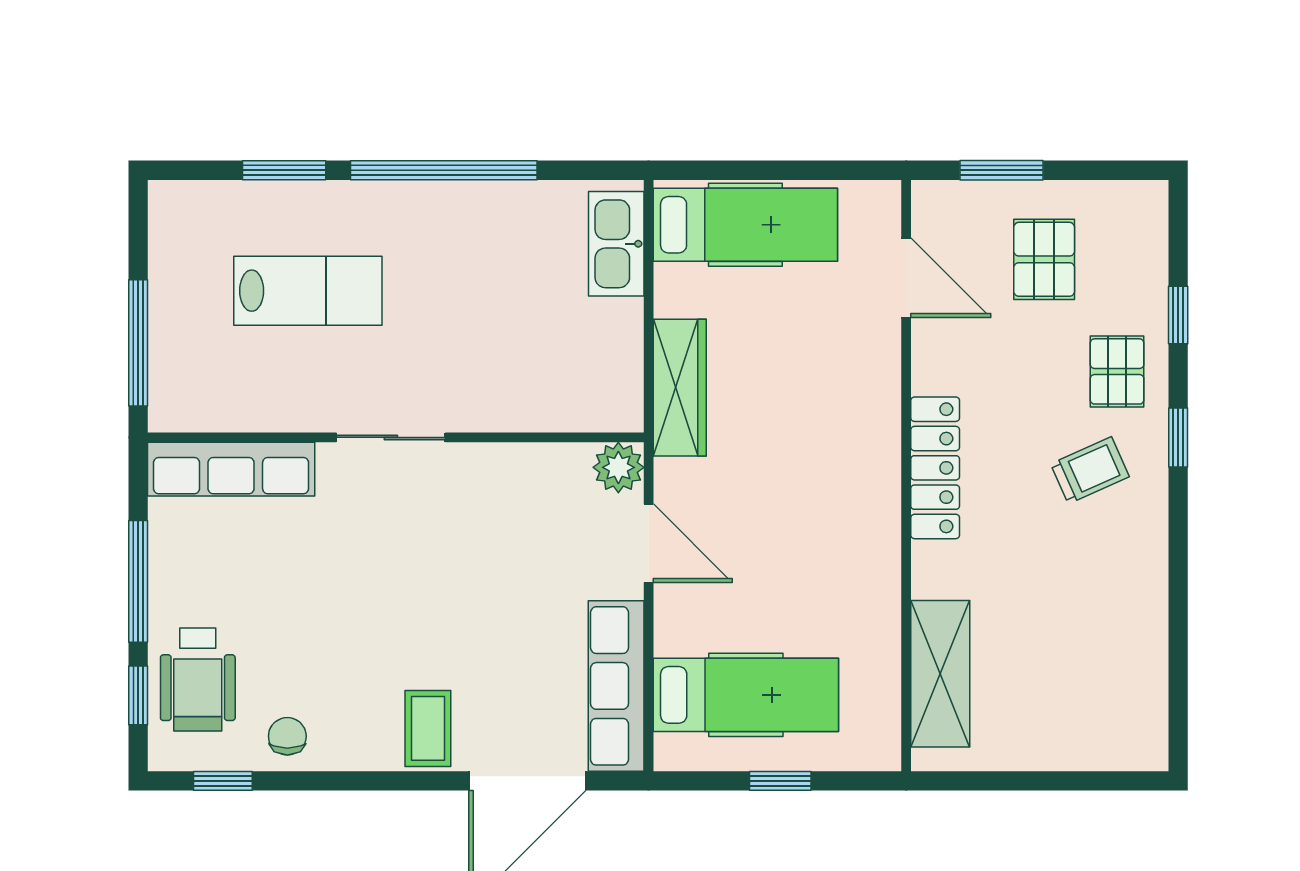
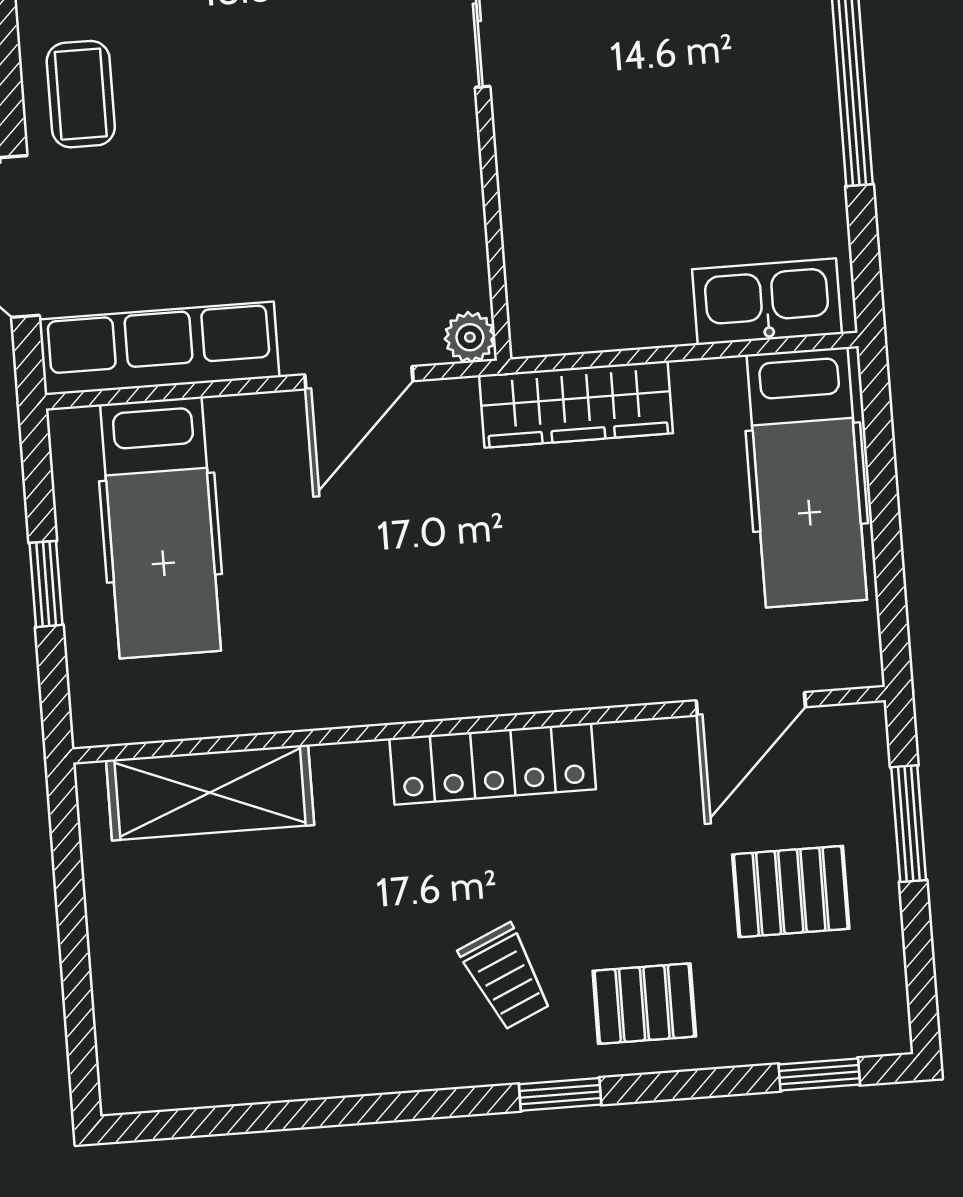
window: (1178, 315) -> (819, 1075), moved
plant: (618, 467) -> (470, 337), width x0.73, depth x0.73
coffee table: (428, 728) -> (81, 94), turned 90

